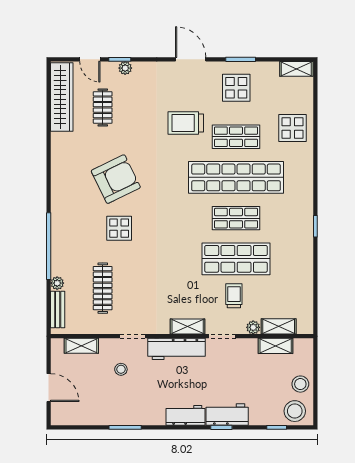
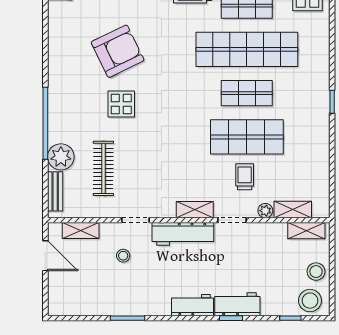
plant: (57, 283) -> (61, 157), width x1.87, depth x1.87
shelving: (276, 346) -> (306, 231), moved
door: (49, 388) -> (45, 256), moved

